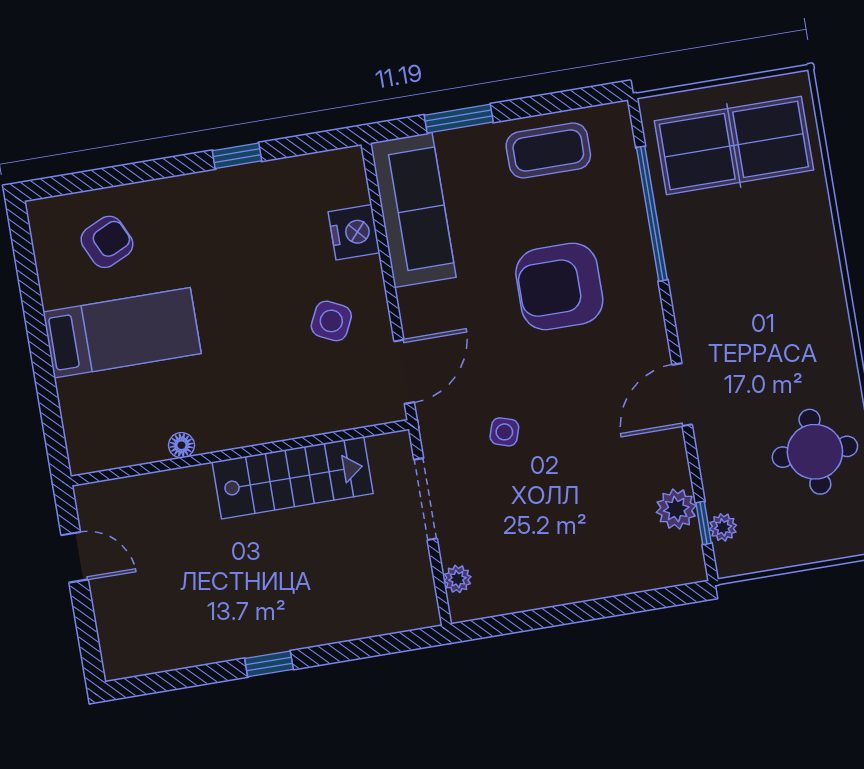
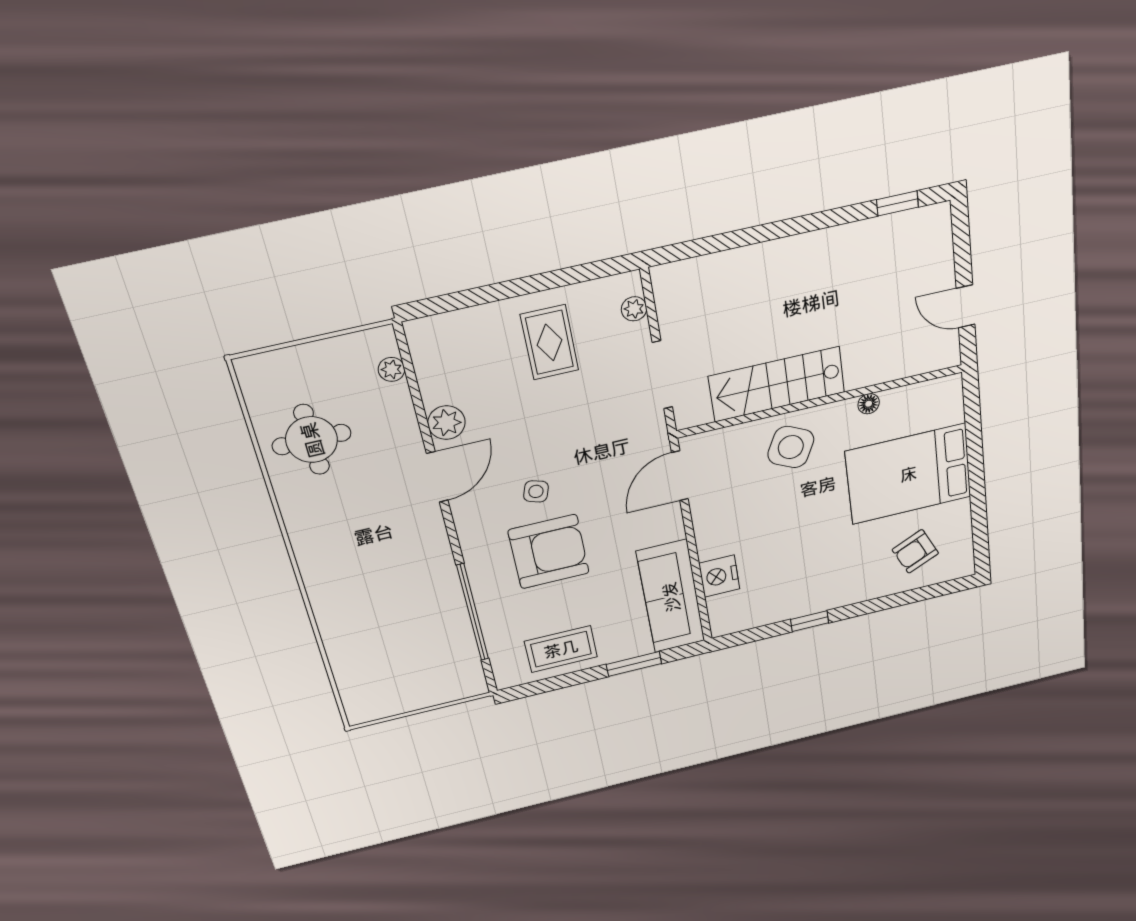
table tennis table: (734, 145) -> (407, 668), removed
side table: (331, 321) -> (791, 447), moved, width x1.37, depth x1.37
bed: (122, 333) -> (909, 474), width x1.50
side table: (504, 432) -> (536, 491), moved
plant: (676, 509) -> (446, 423), moved
window: (704, 523) -> (410, 372), removed
rug: (551, 546) -> (550, 342), added
window: (269, 664) -> (897, 203), moved

